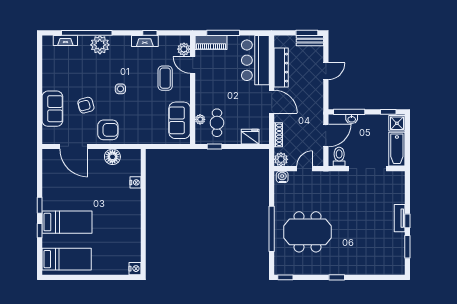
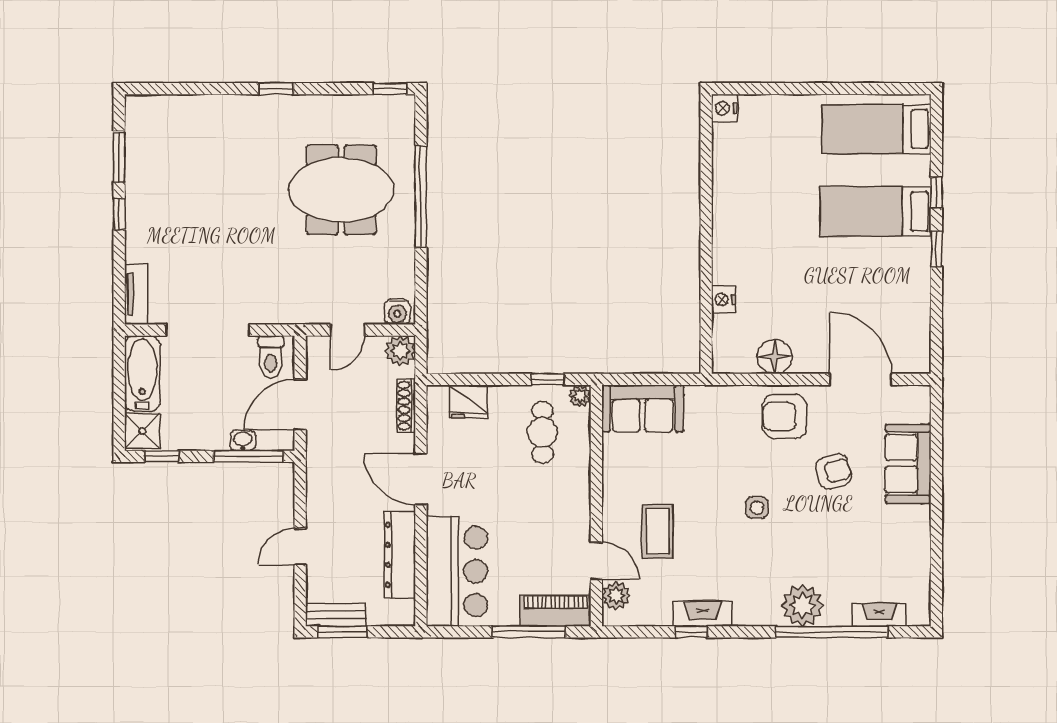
plant: (200, 119) -> (580, 396), moved
sofa: (180, 120) -> (643, 409), moved, turned 90
tv unit: (400, 218) -> (136, 294), moved

